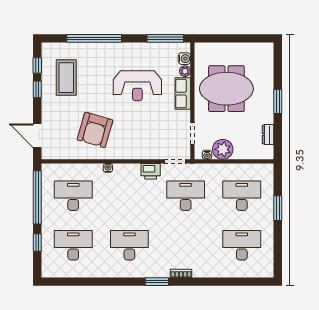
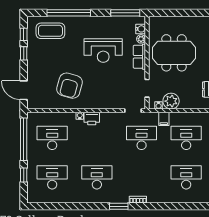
coffee table: (66, 78) -> (50, 31), moved, turned 90
printer: (151, 171) -> (92, 119), moved
filing cabinet: (214, 172) -> (164, 119), added

